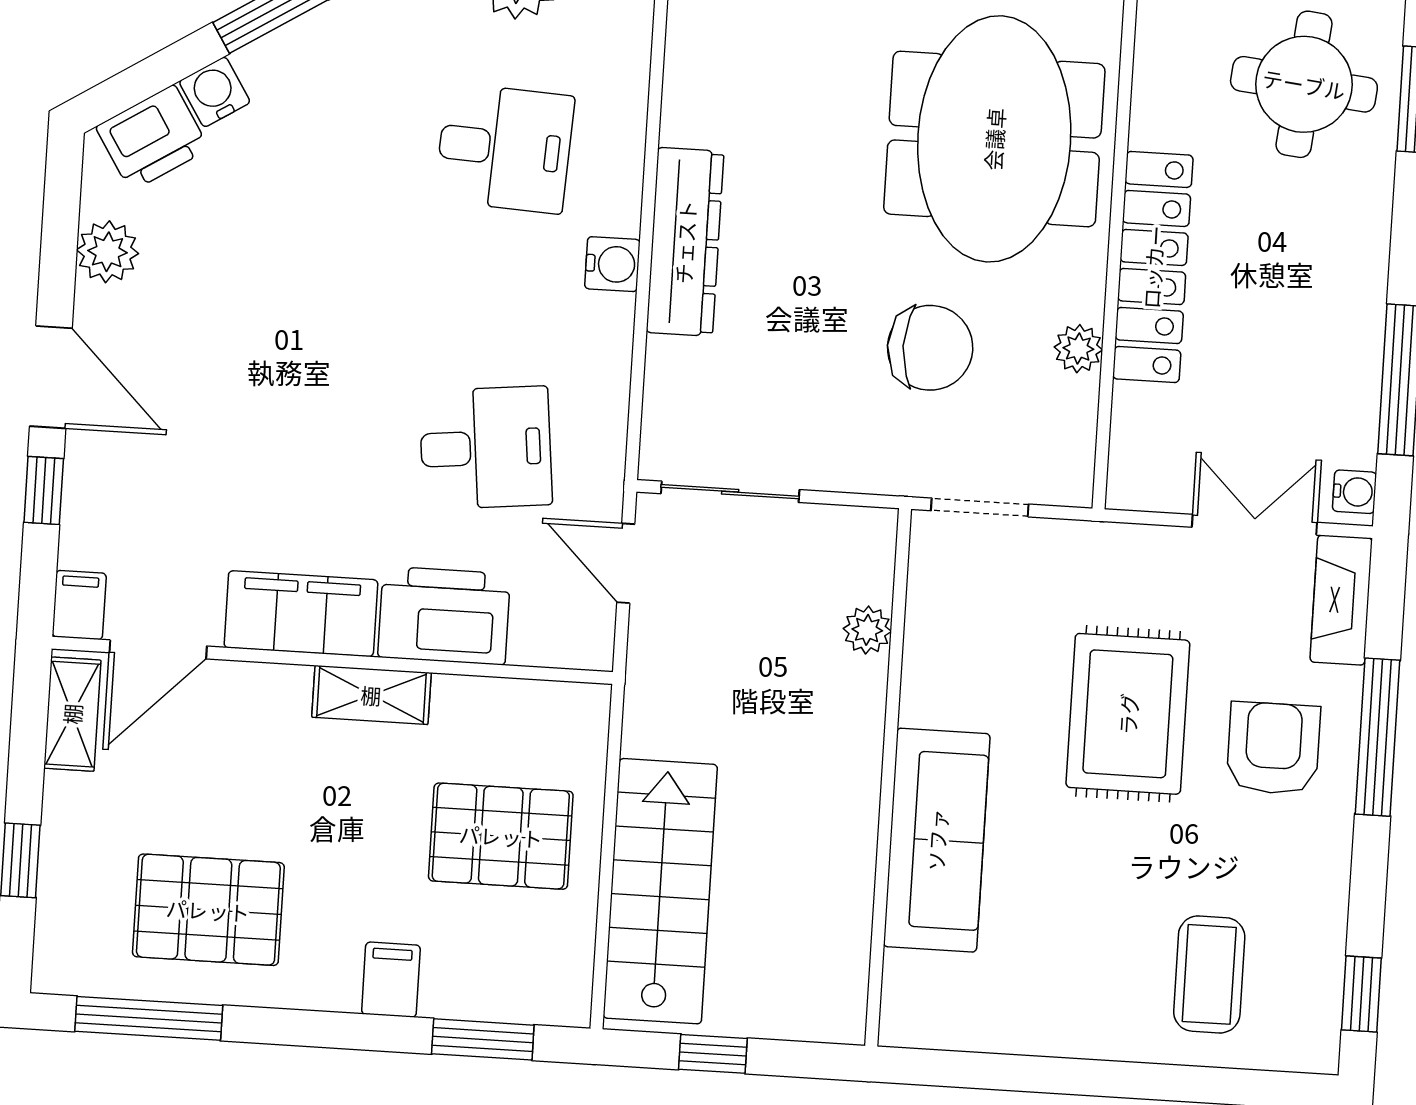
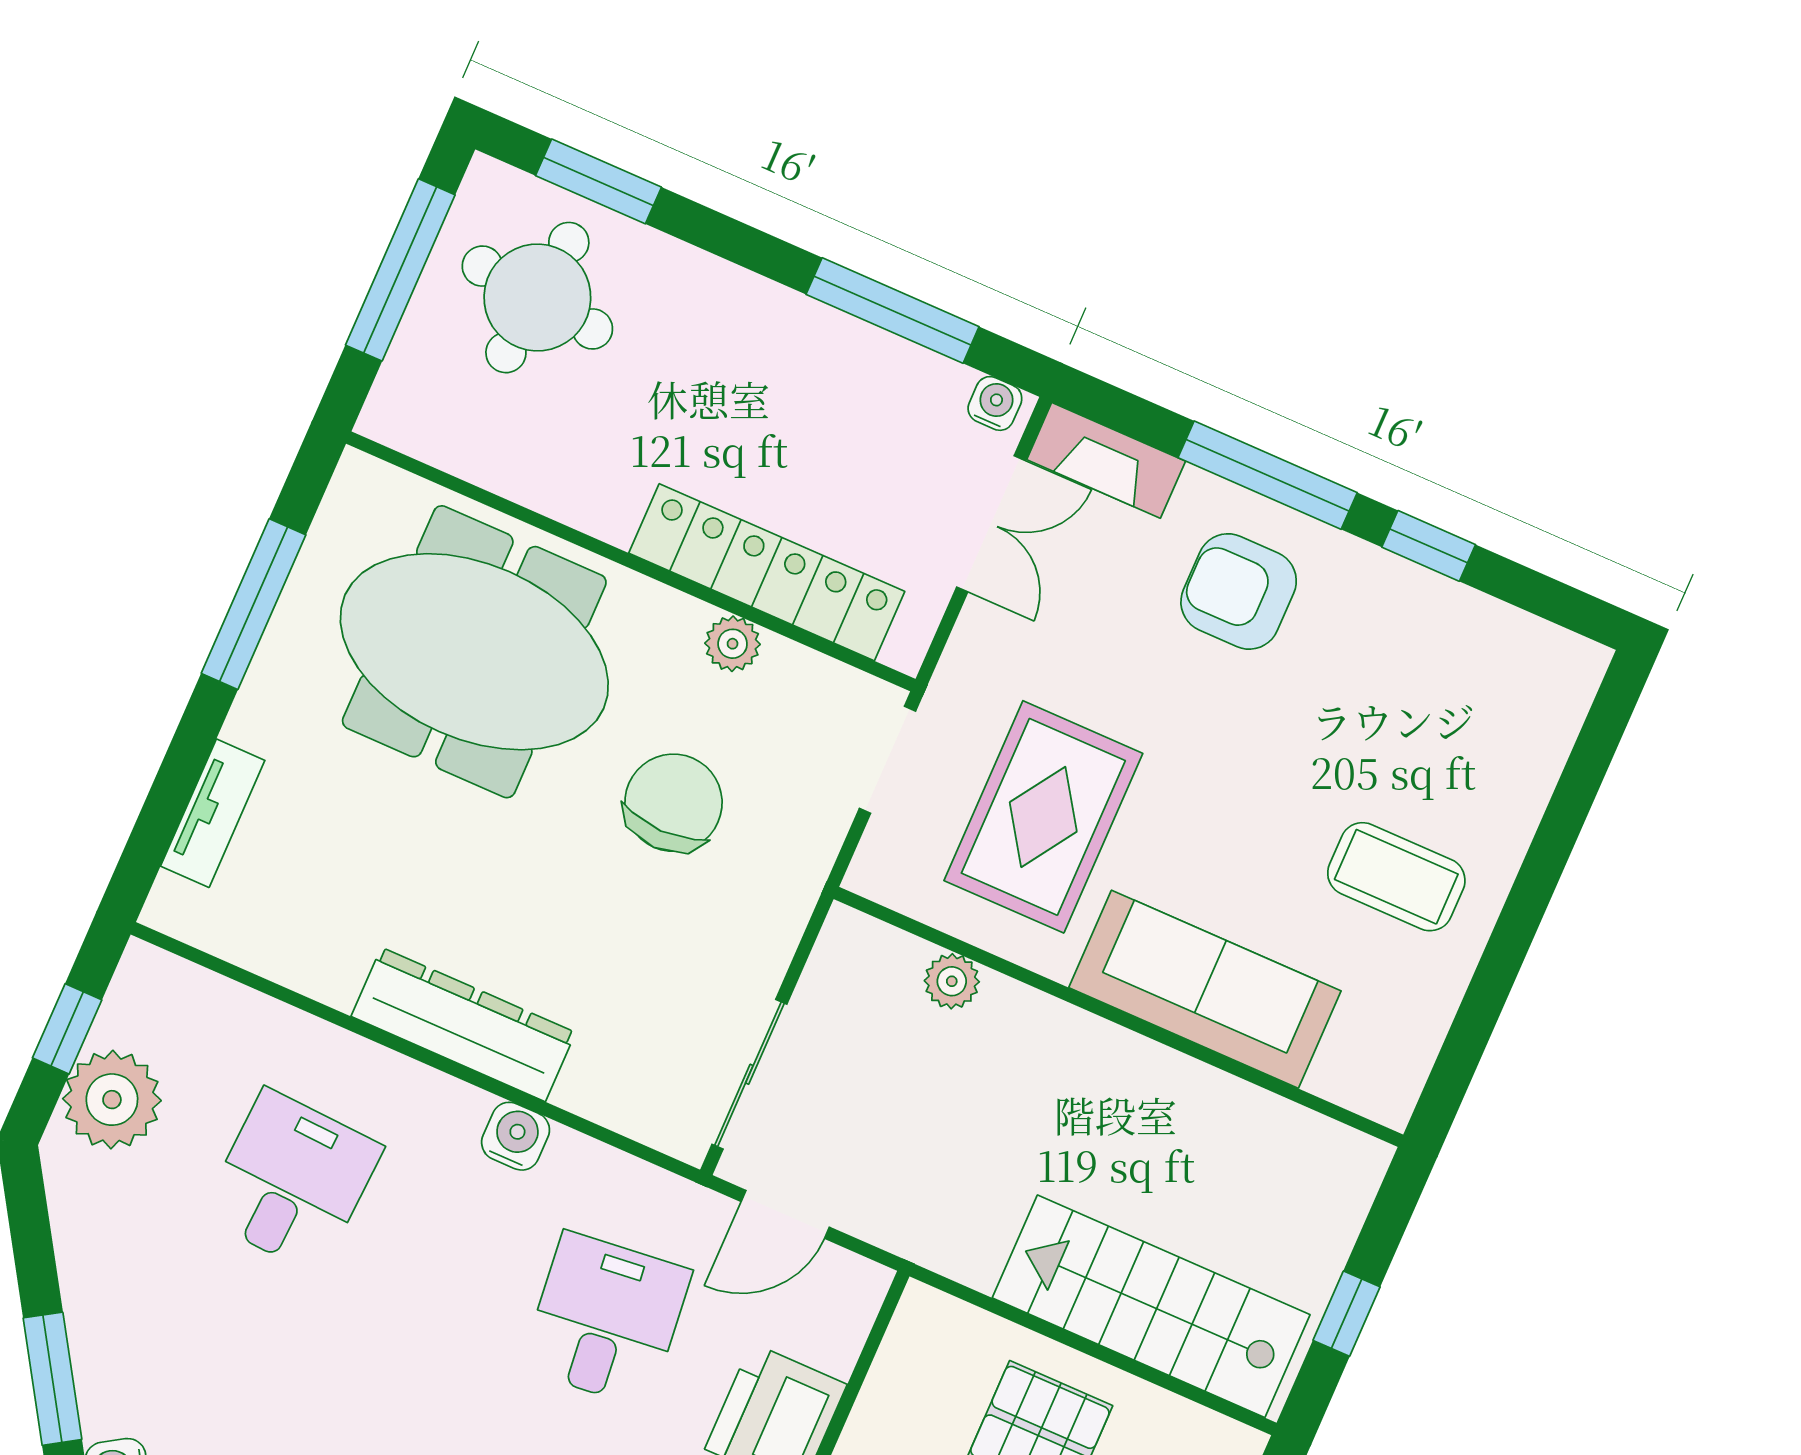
water cooler: (612, 264) -> (516, 1136), moved
locker: (1153, 267) -> (767, 572), moved
doorway: (980, 507) -> (887, 760), moved
double door: (1254, 525) -> (991, 524), swing flipped
rug: (1128, 714) -> (1043, 817), moved, turned 90
coffee table: (1209, 974) -> (1396, 877), moved
window: (1361, 994) -> (1429, 546), moved

